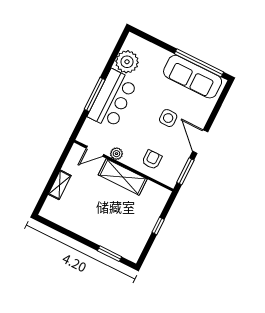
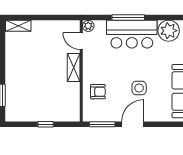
plant: (116, 154) -> (88, 26), moved
shelving: (123, 177) -> (74, 68), width x0.67, depth x0.75
shelving: (60, 185) -> (18, 26), moved

